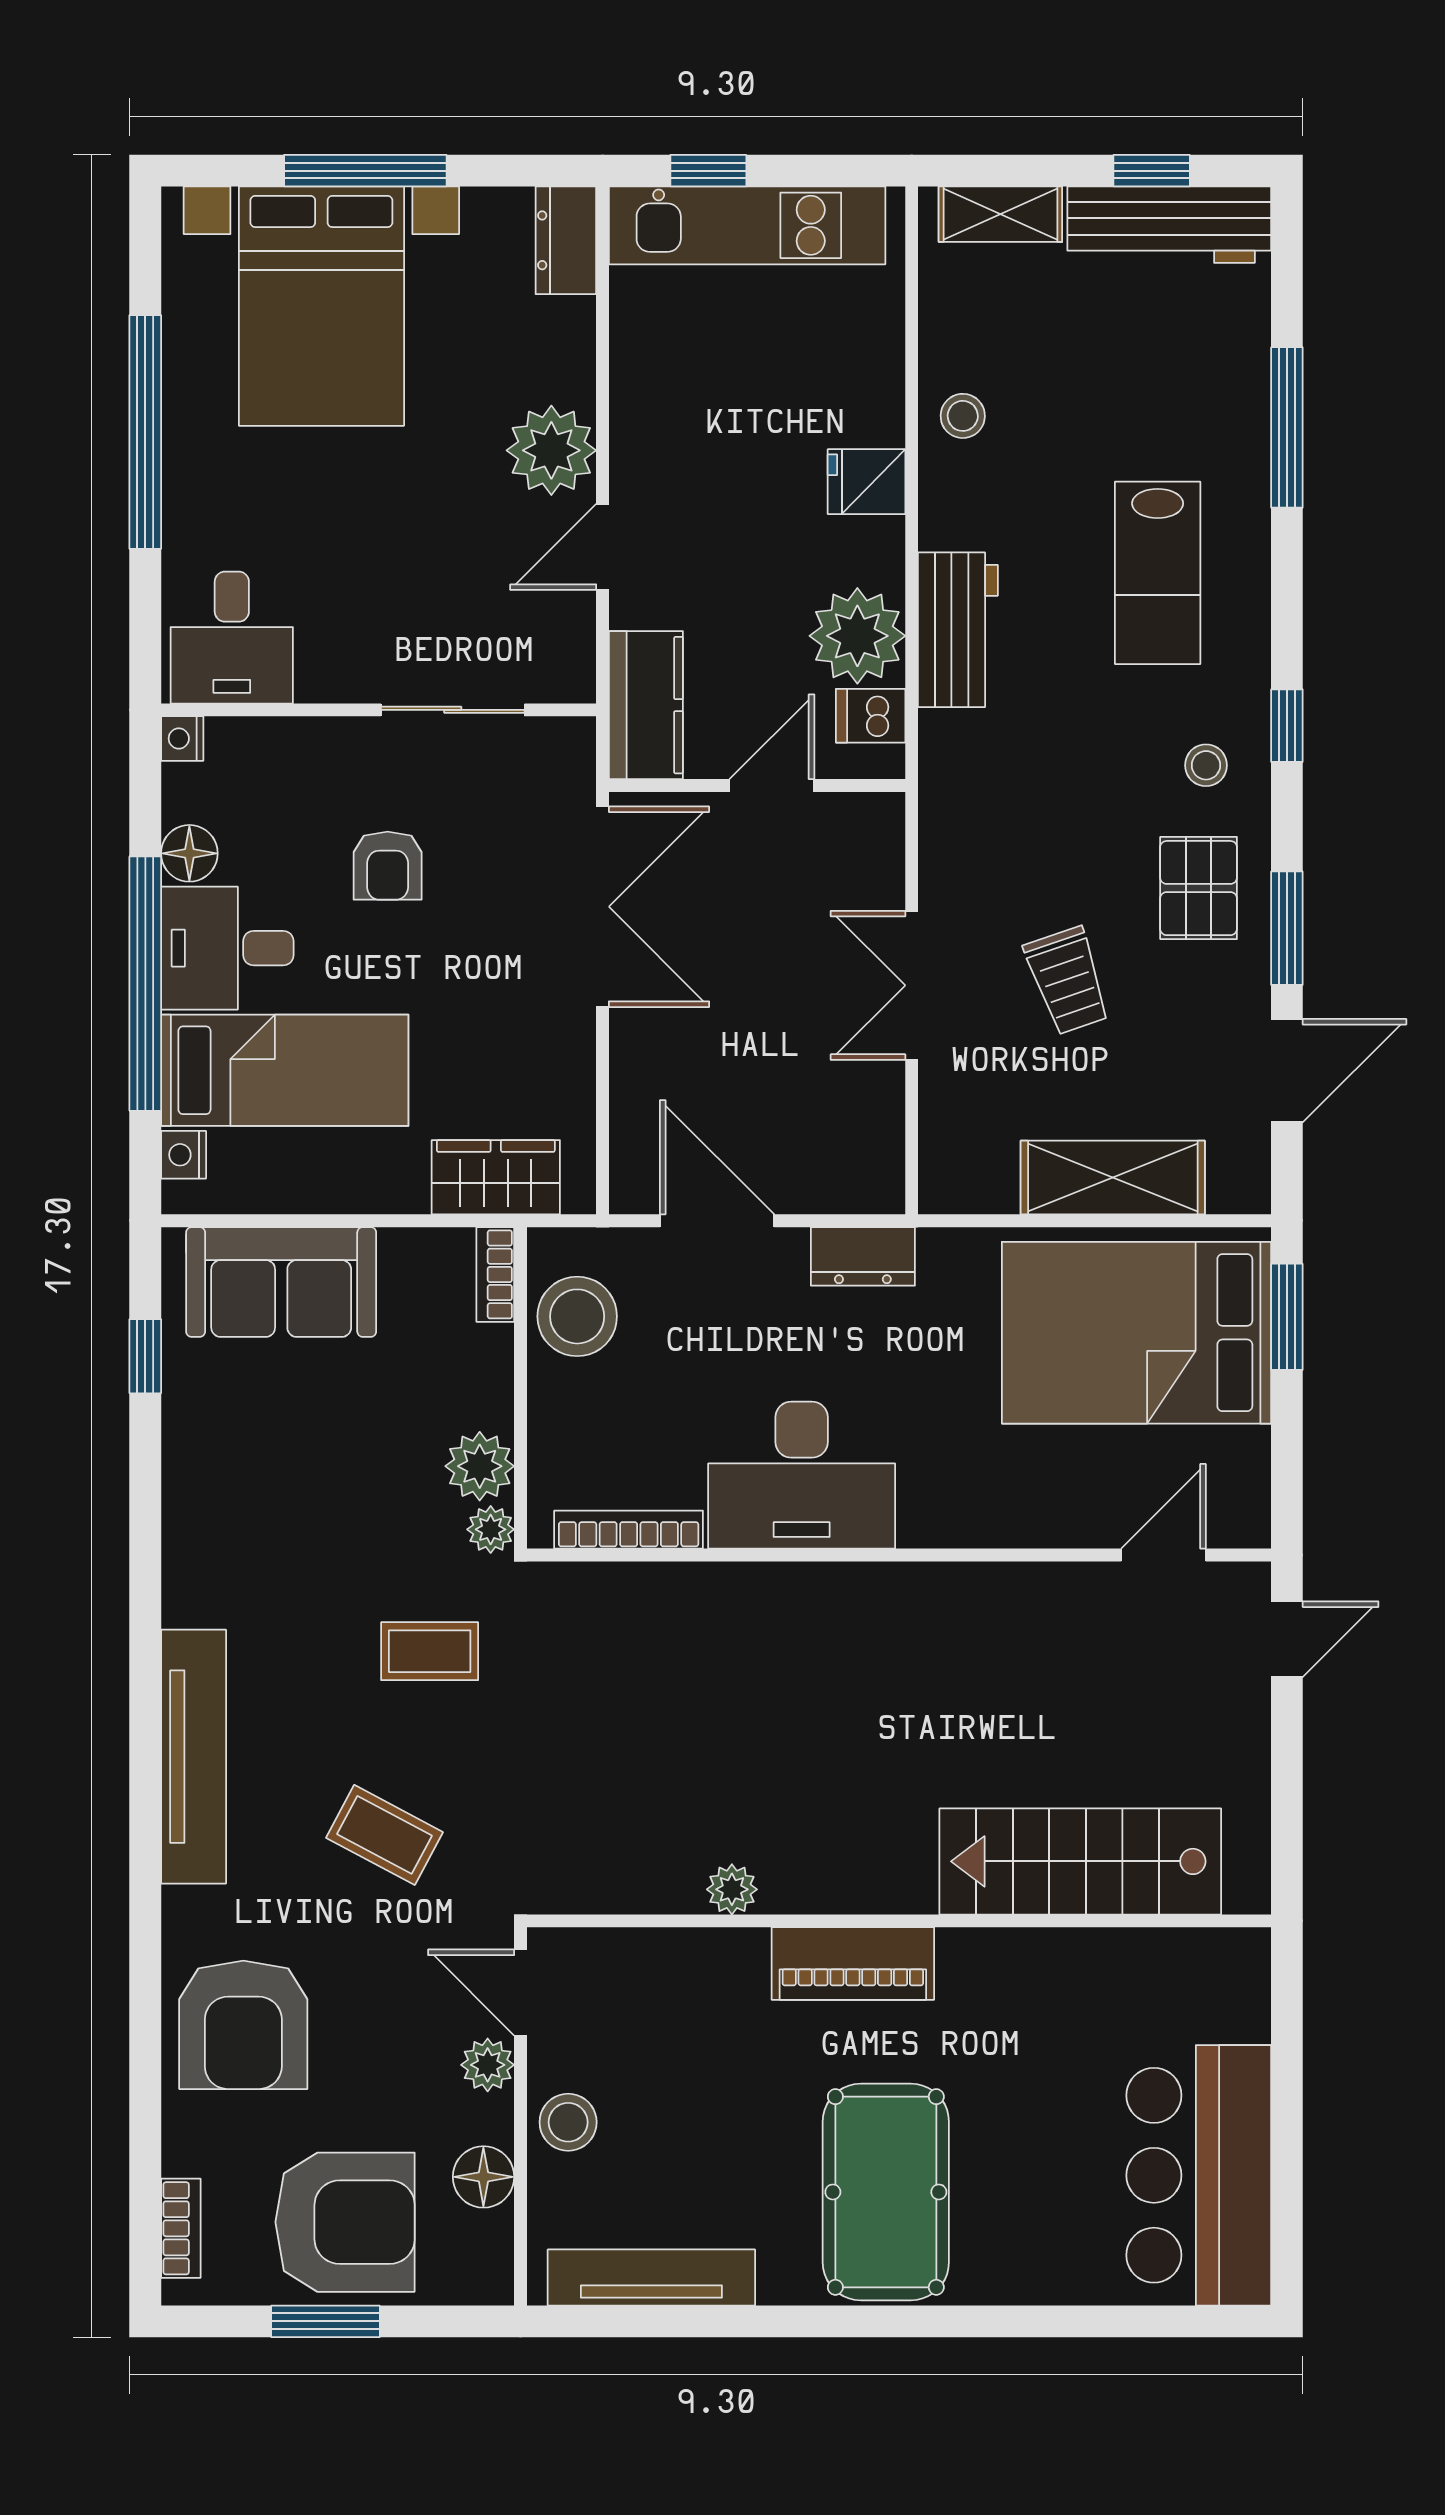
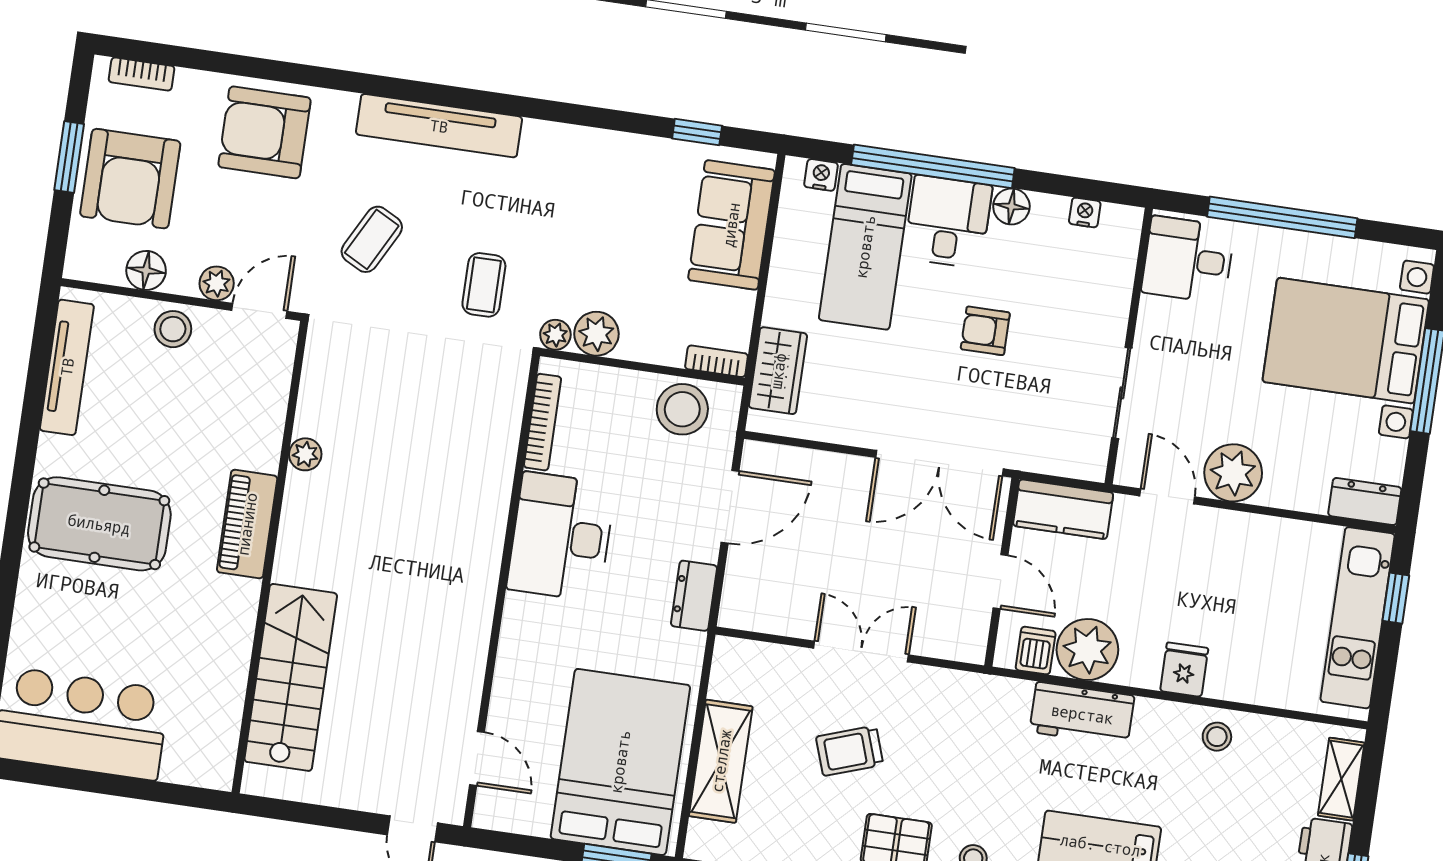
desk: (232, 638) -> (1188, 260), moved
wall: (379, 710) -> (1129, 346), moved
sliding door: (453, 710) -> (1122, 393), moved

